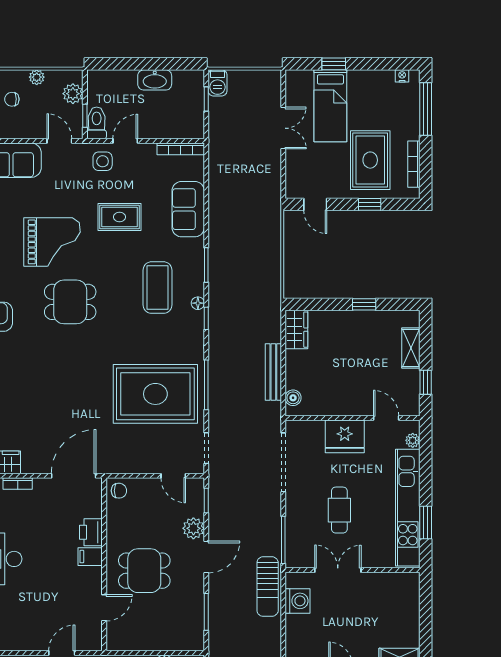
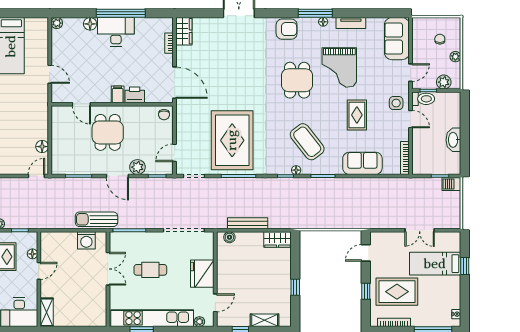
coffee table: (158, 288) -> (307, 142), turned 52

